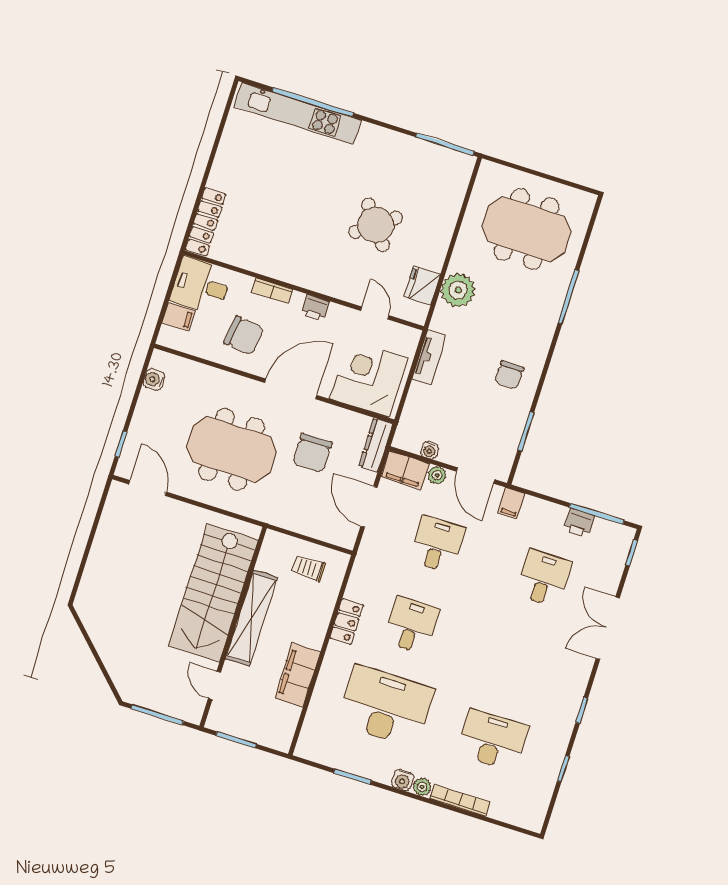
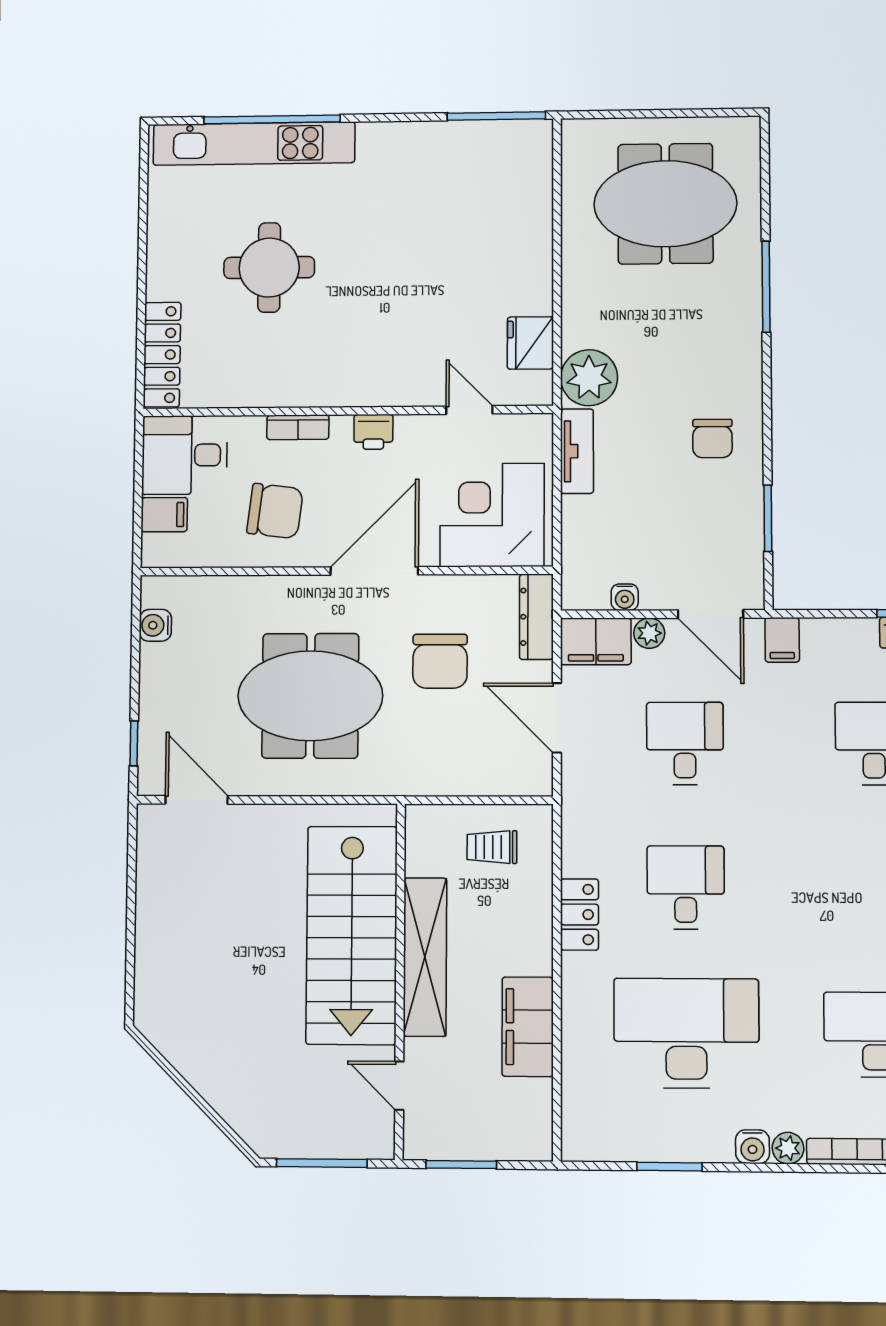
round table: (376, 225) -> (269, 268), moved, turned 37
plant: (458, 290) -> (589, 378), moved

